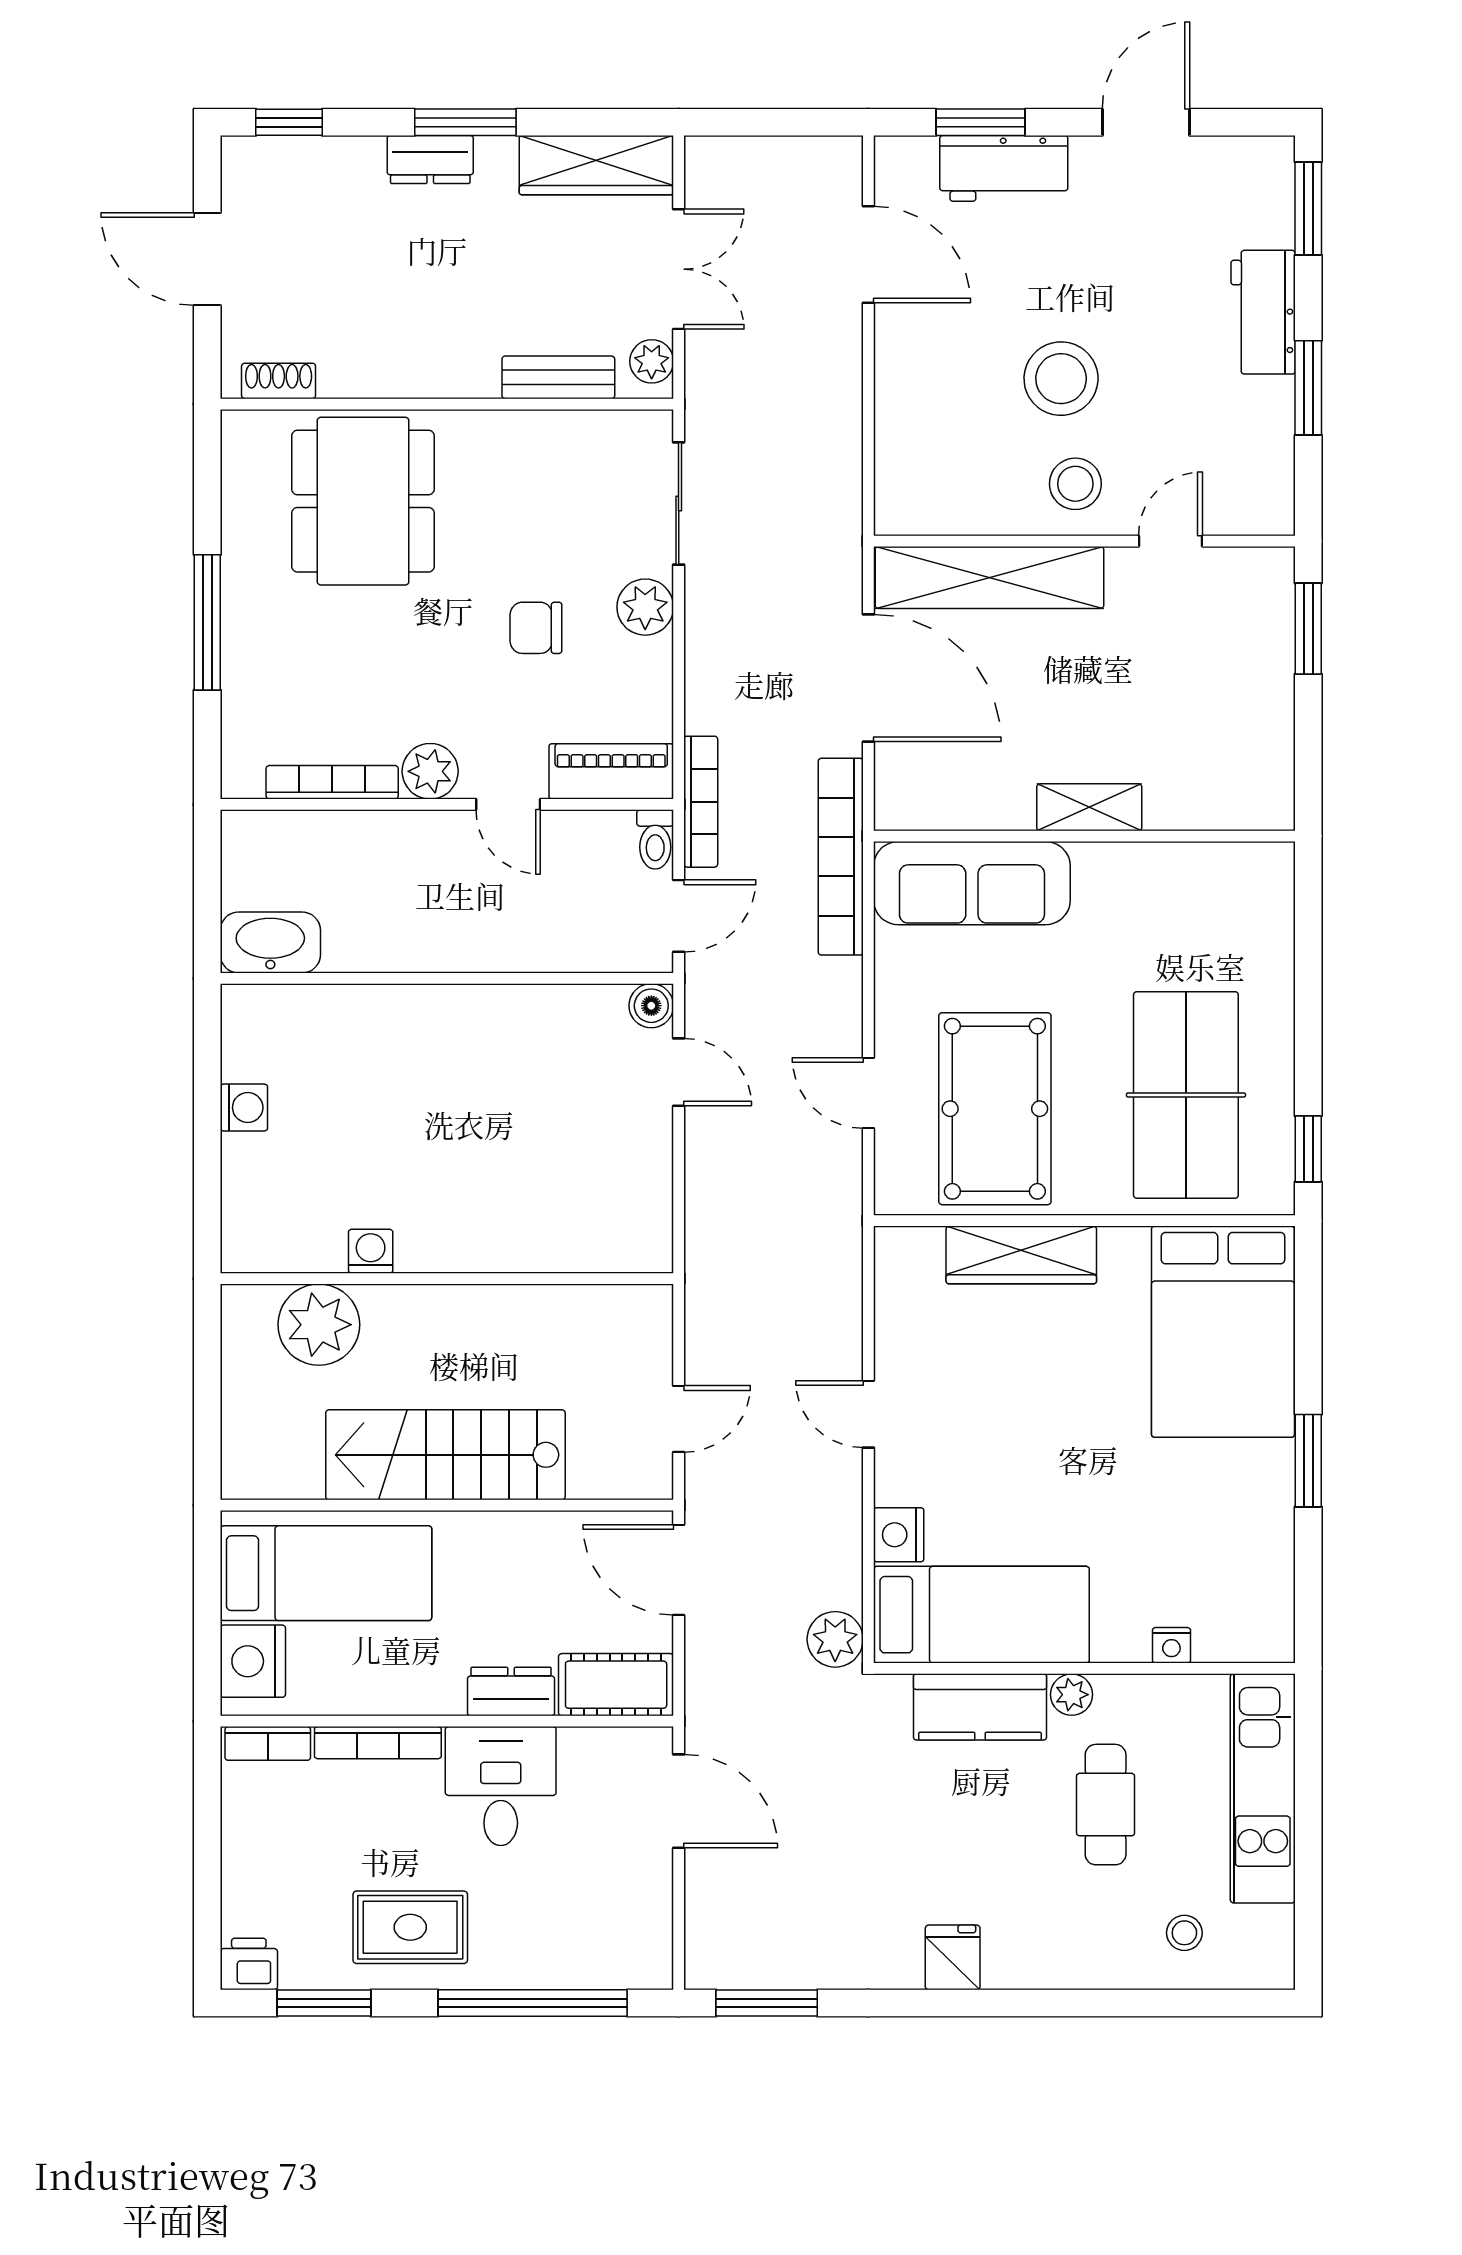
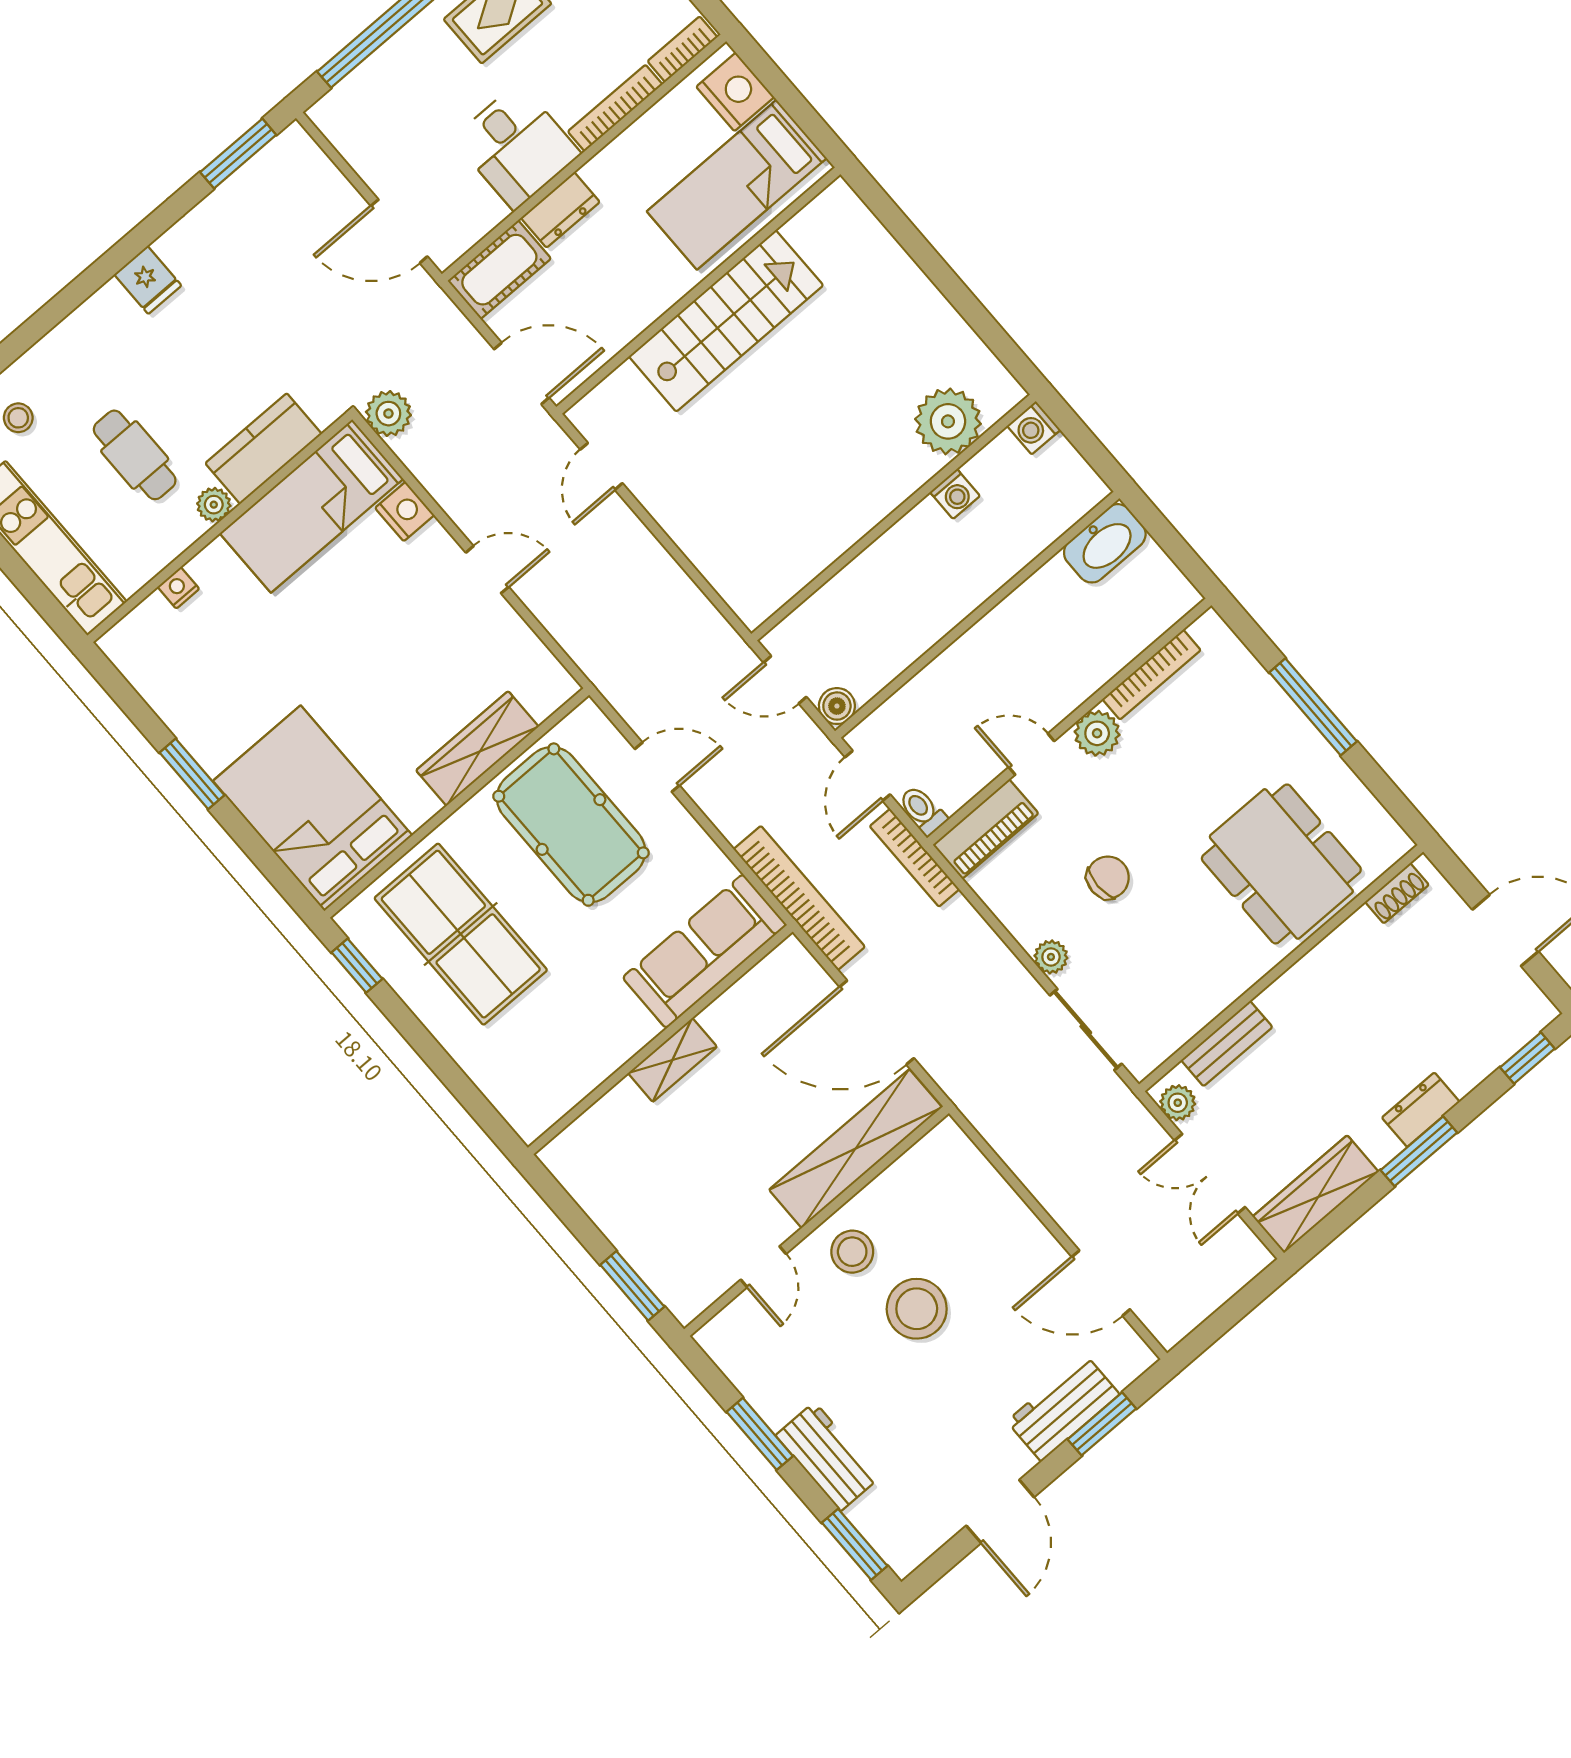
plant: (645, 607) -> (1051, 957), width x0.73, depth x0.73
washing machine: (371, 1251) -> (955, 494), moved
wall: (447, 1279) -> (894, 517), moved
plant: (319, 1325) -> (948, 421), moved

